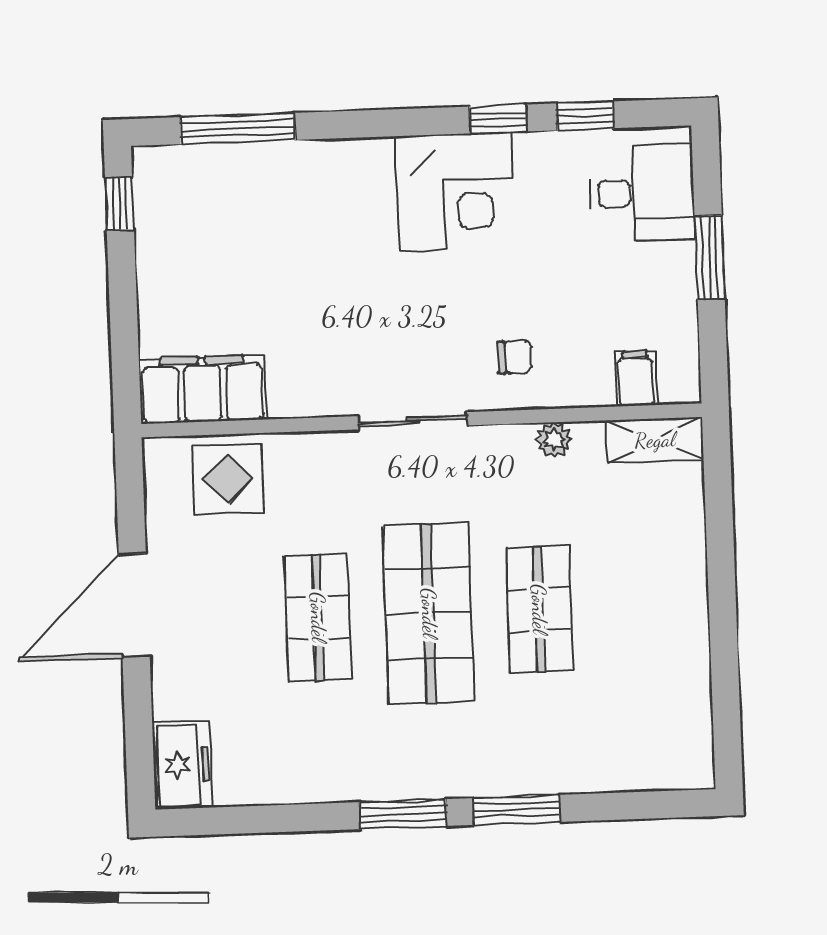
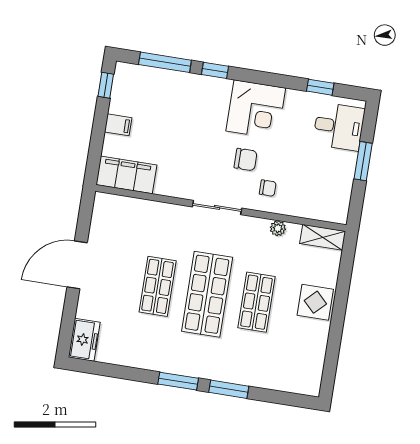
window: (498, 119) -> (215, 70), moved
chair: (454, 305) -> (246, 159), added
filing cabinet: (636, 379) -> (118, 125), moved, turned 90
display table: (228, 479) -> (315, 302), moved

